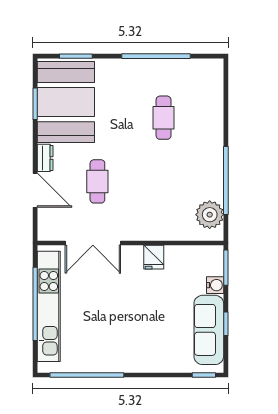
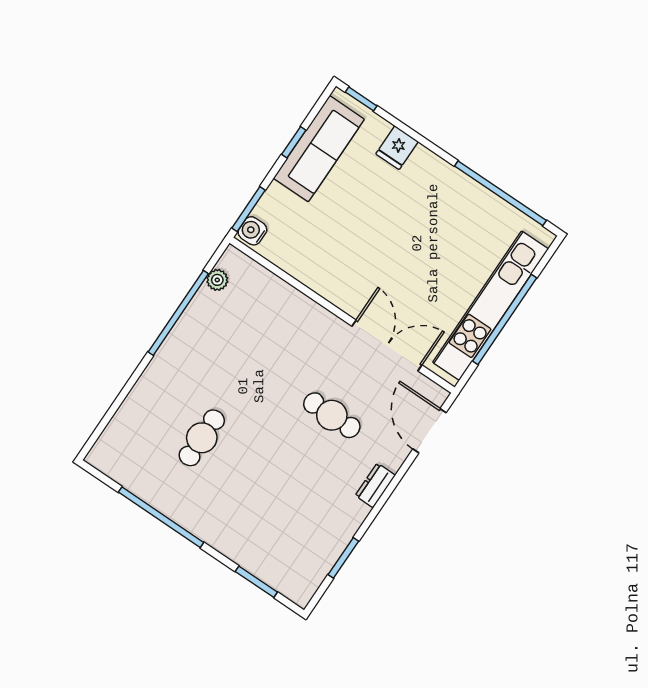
booth: (66, 102) -> (305, 535), removed
cafe table: (97, 181) -> (332, 415), turned 90
door: (35, 190) -> (429, 431), moved
plant: (210, 215) -> (217, 280), width x0.53, depth x0.53
fridge: (154, 257) -> (397, 148), moved, turned 180
water cooler: (215, 285) -> (252, 231), moved

